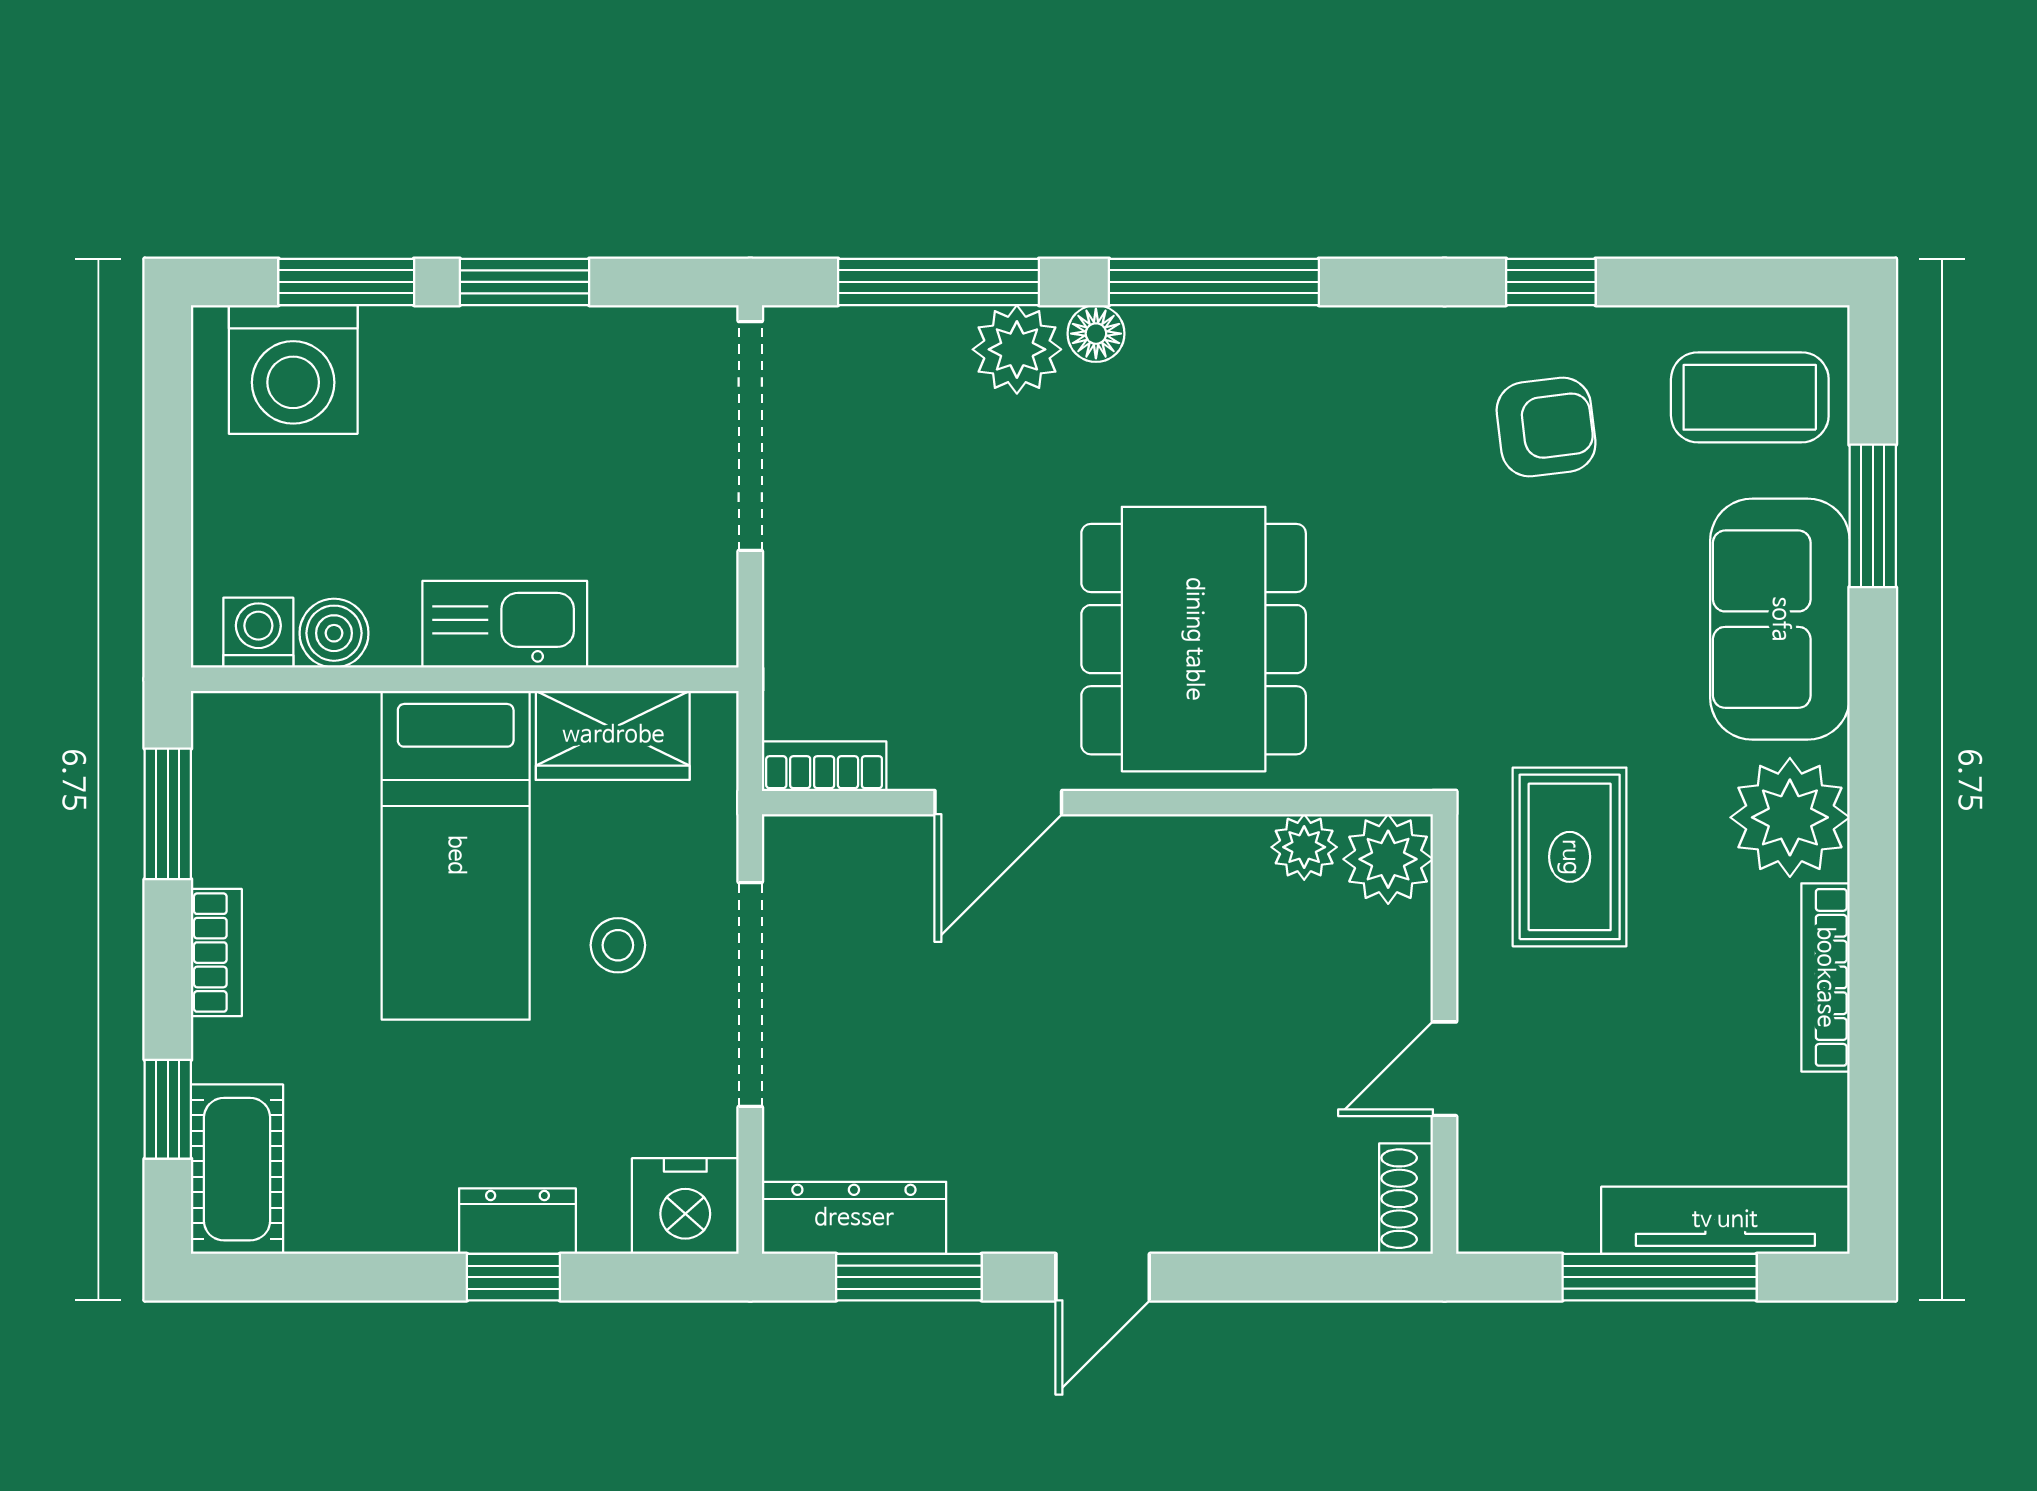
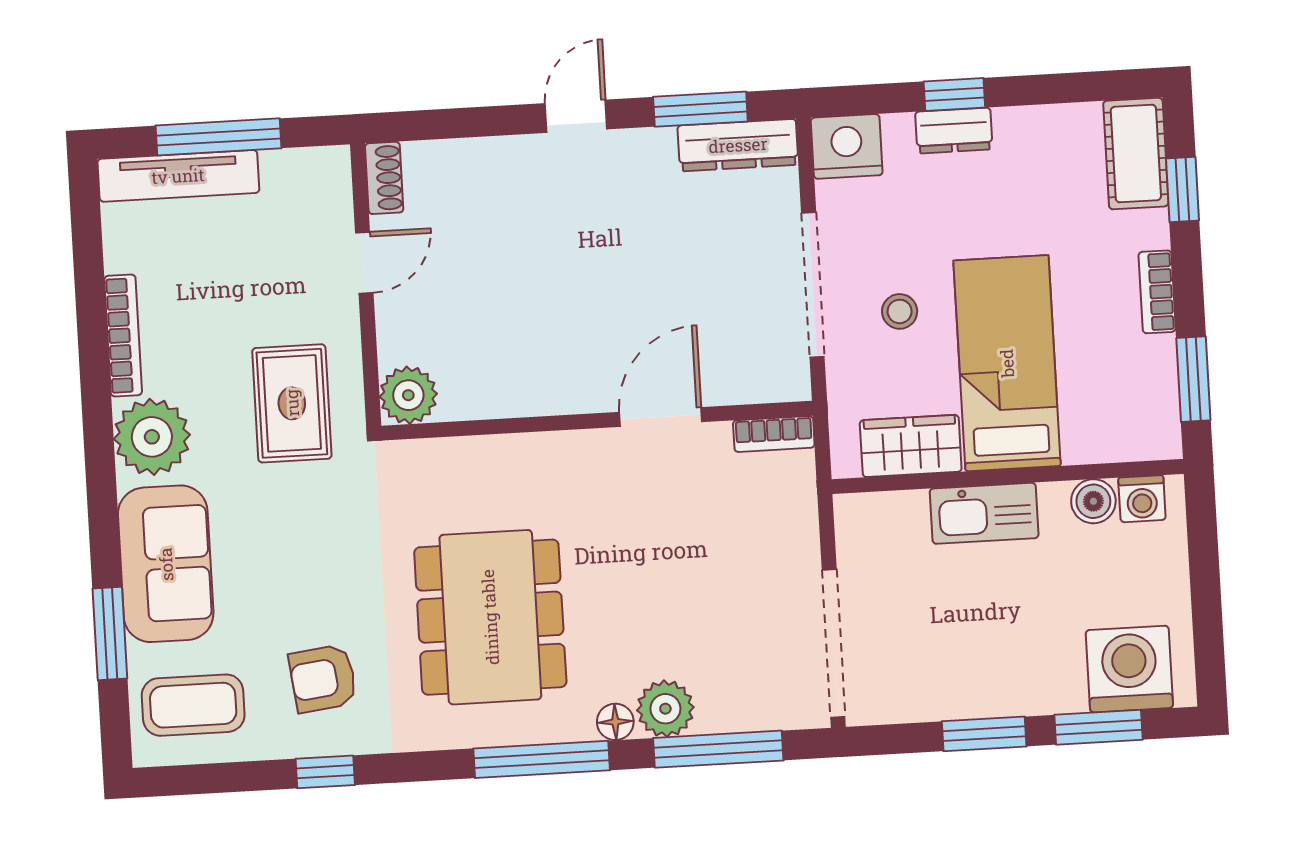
dining table: (1194, 639) -> (490, 617), moved
plant: (1304, 847) -> (463, 400), removed

